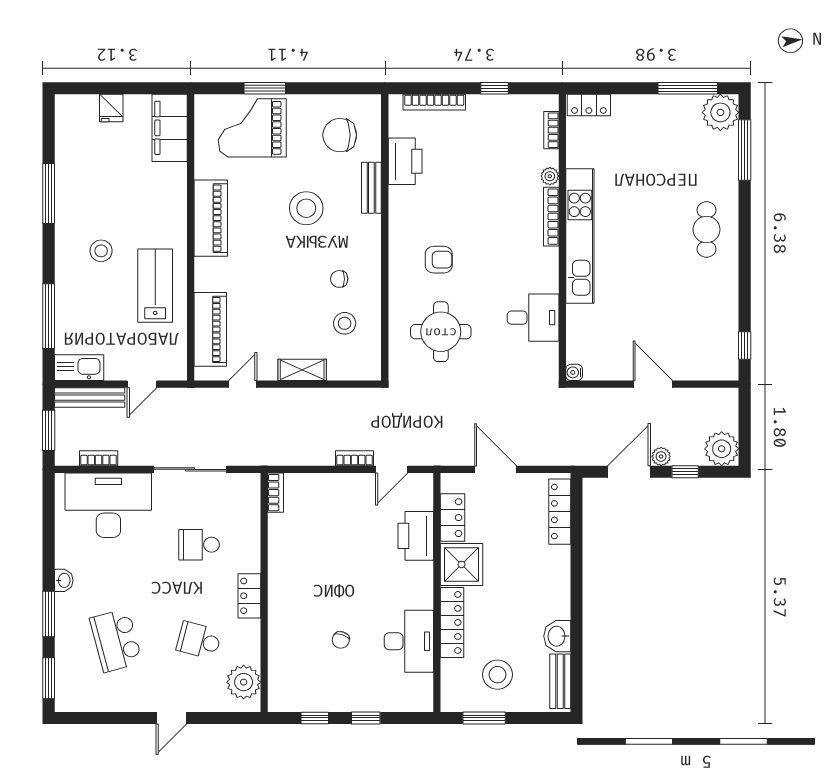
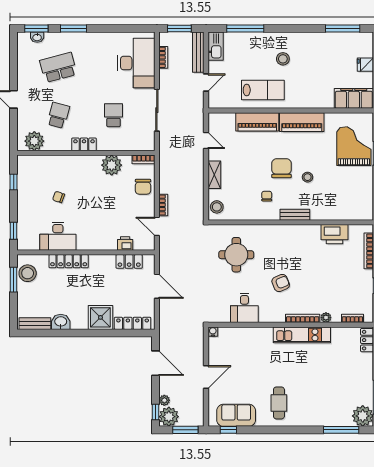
chair: (340, 135) -> (281, 168), moved
bench: (371, 188) -> (295, 215), moved
window: (49, 193) -> (343, 29), moved
stool: (306, 208) -> (307, 177), width x0.53, depth x0.53
cafe table: (706, 229) -> (279, 403), moved, turned 90
kitchen unit: (580, 236) -> (302, 335), width x0.73
armchair: (439, 260) -> (281, 283), moved, turned -113
stool: (345, 323) -> (217, 207), moved
piano: (210, 329) -> (257, 122), moved
sofa: (719, 332) -> (236, 415), added
door: (142, 384) -> (206, 82), swing flipped
window: (745, 420) -> (185, 430), added
plant: (661, 456) -> (164, 400), moved
door: (496, 469) -> (157, 286), hinge flipped
window: (685, 472) -> (156, 412), moved
chair: (323, 493) -> (143, 187), added
printer: (416, 536) -> (125, 244), width x0.53, depth x0.68
plant: (285, 548) -> (112, 165), added
shower: (462, 564) -> (100, 317), moved
washbasin: (64, 580) -> (37, 37), moved
stool: (498, 675) -> (28, 273), moved
window: (366, 718) -> (14, 231), moved

